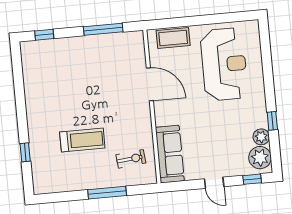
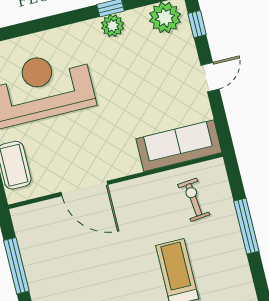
door: (150, 84) -> (84, 188), swing flipped
plant: (261, 137) -> (113, 26), moved

